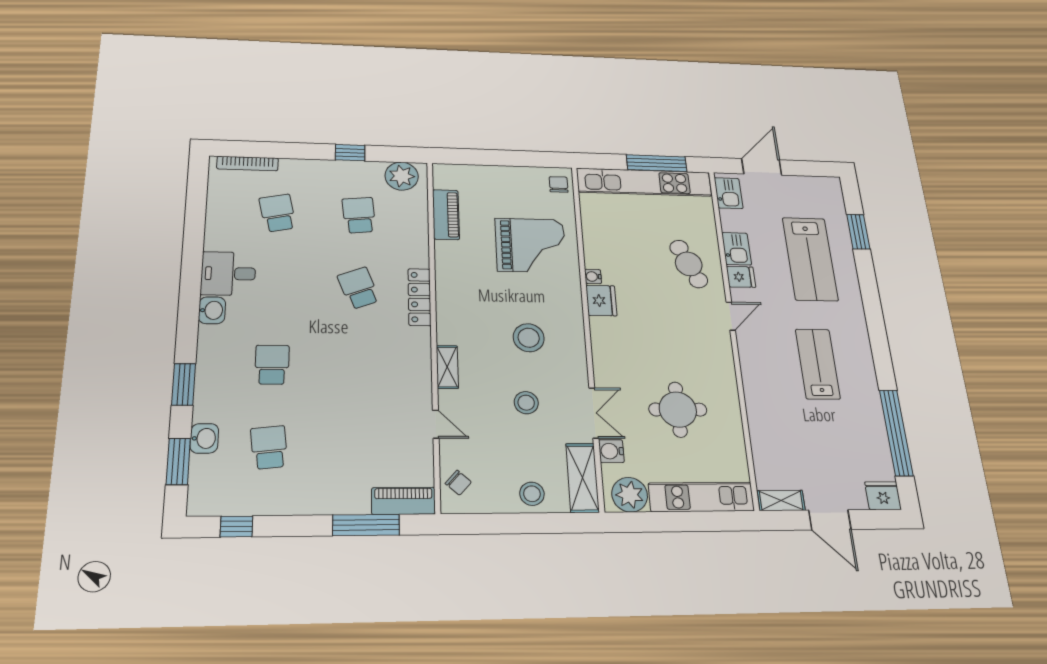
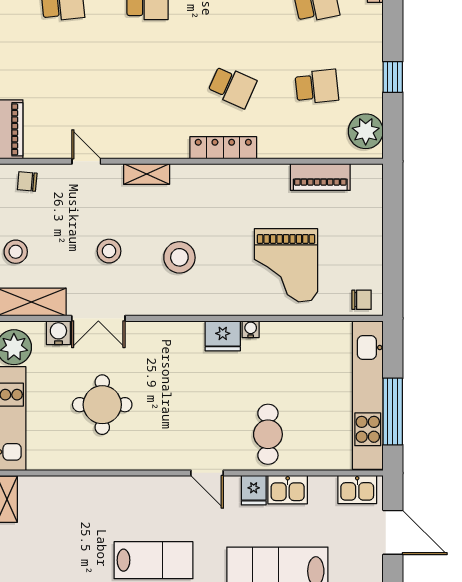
cafe table: (689, 264) -> (268, 434), turned -66
school desk: (359, 288) -> (232, 87), turned 45
door: (436, 424) -> (86, 161), swing flipped
chair: (458, 483) -> (27, 181), turned 53

